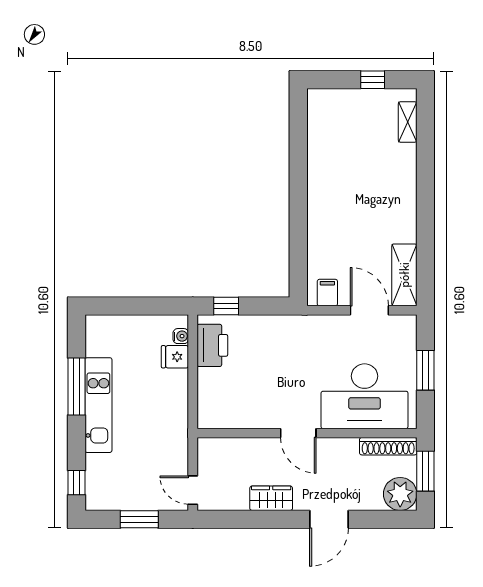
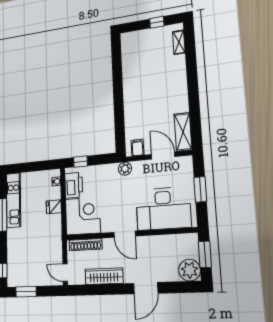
plant: (304, 326) -> (125, 169), added
fridge: (175, 357) -> (54, 207), moved
corner desk: (227, 399) -> (83, 216), added
kitchen unit: (98, 405) -> (14, 200), moved
shoe rack: (388, 446) -> (86, 245), moved
wardrobe: (271, 498) -> (104, 276), width x1.50
window: (139, 519) -> (26, 292), moved

